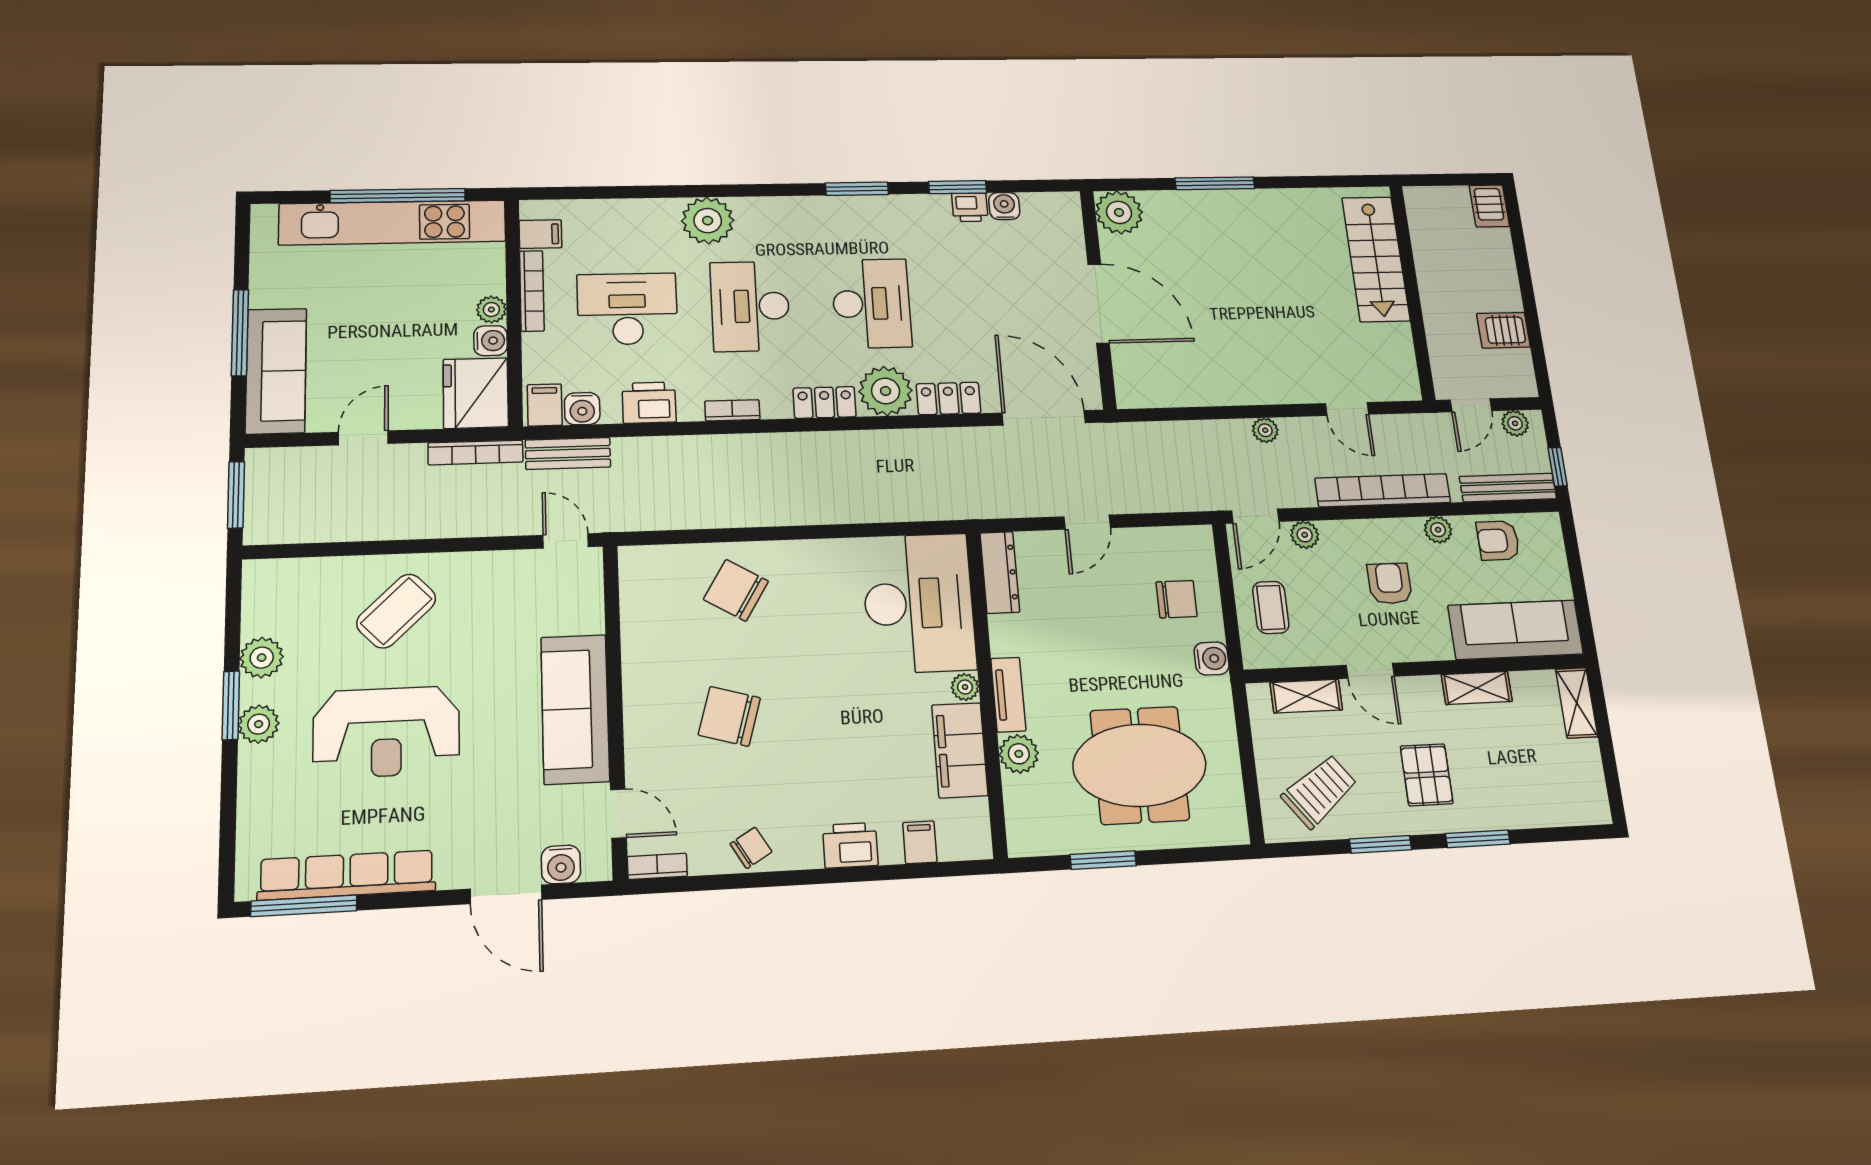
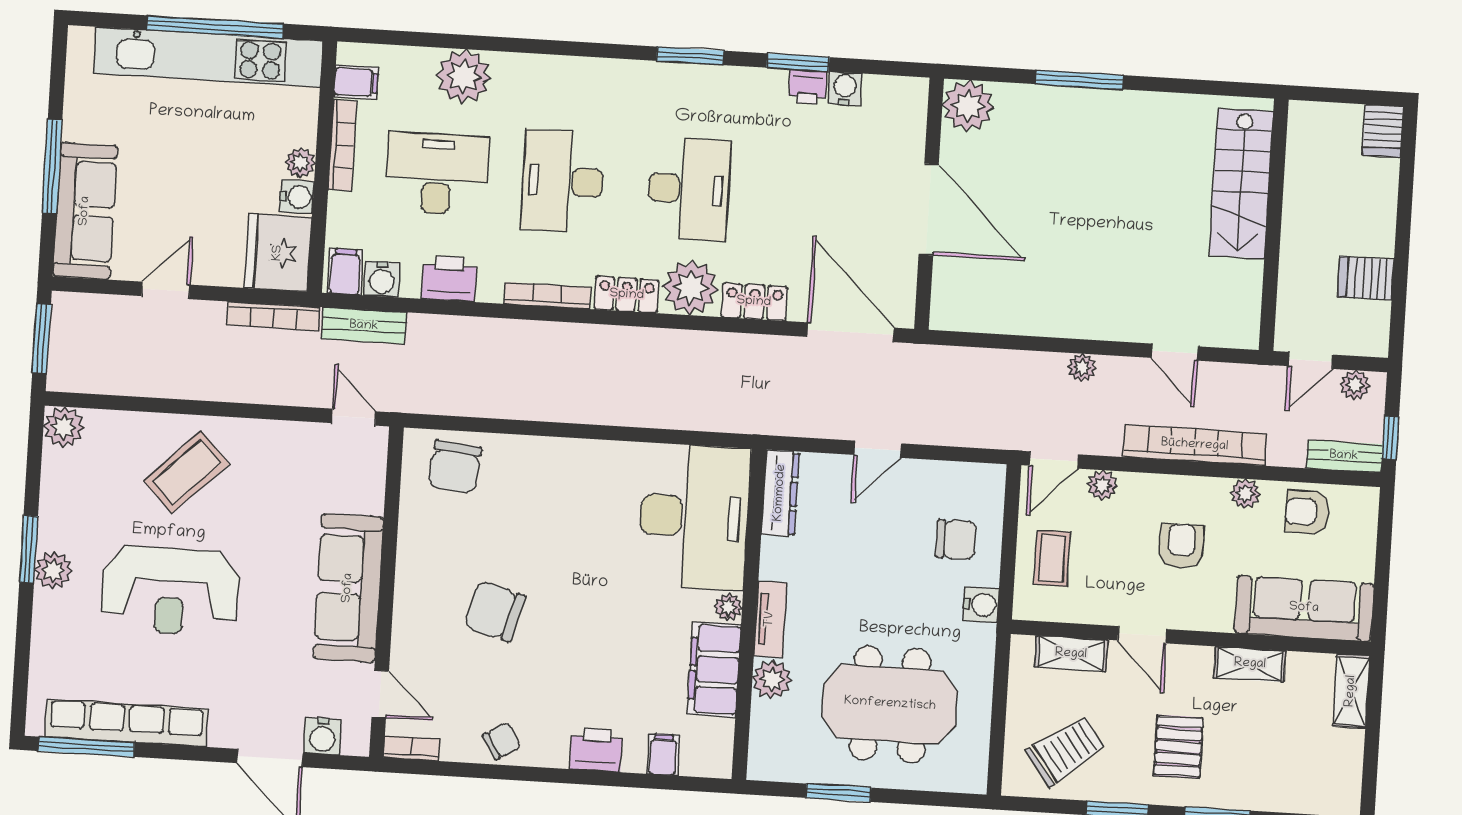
plant: (708, 221) -> (464, 76), moved
bookcase: (732, 410) -> (547, 296), width x1.56
bench: (1508, 488) -> (1344, 456), width x0.73
chair: (736, 590) -> (455, 467), moved, turned -115
plant: (262, 658) -> (64, 427), moved

